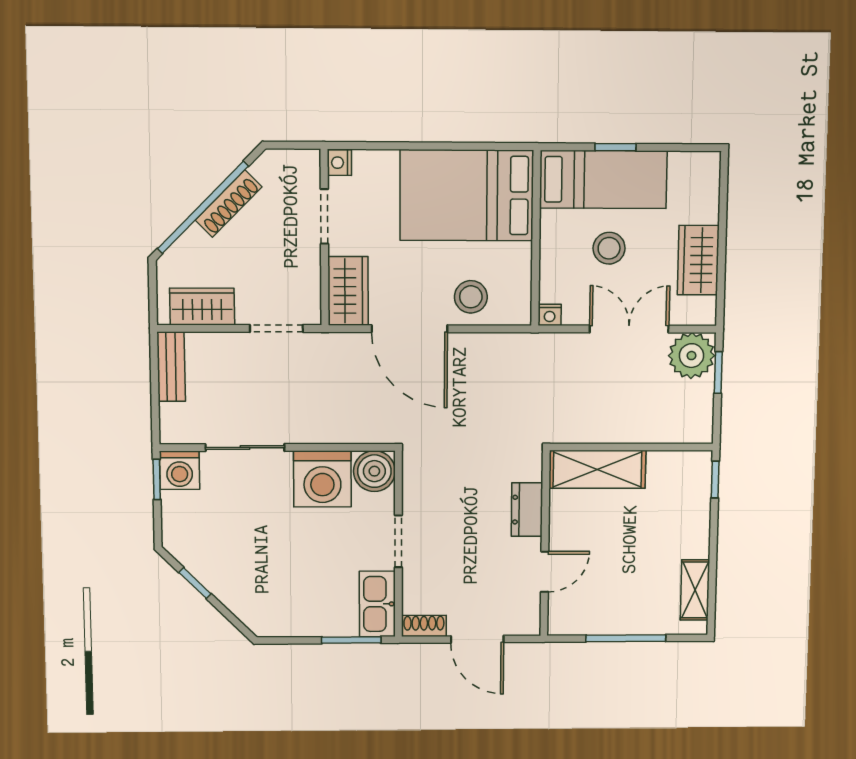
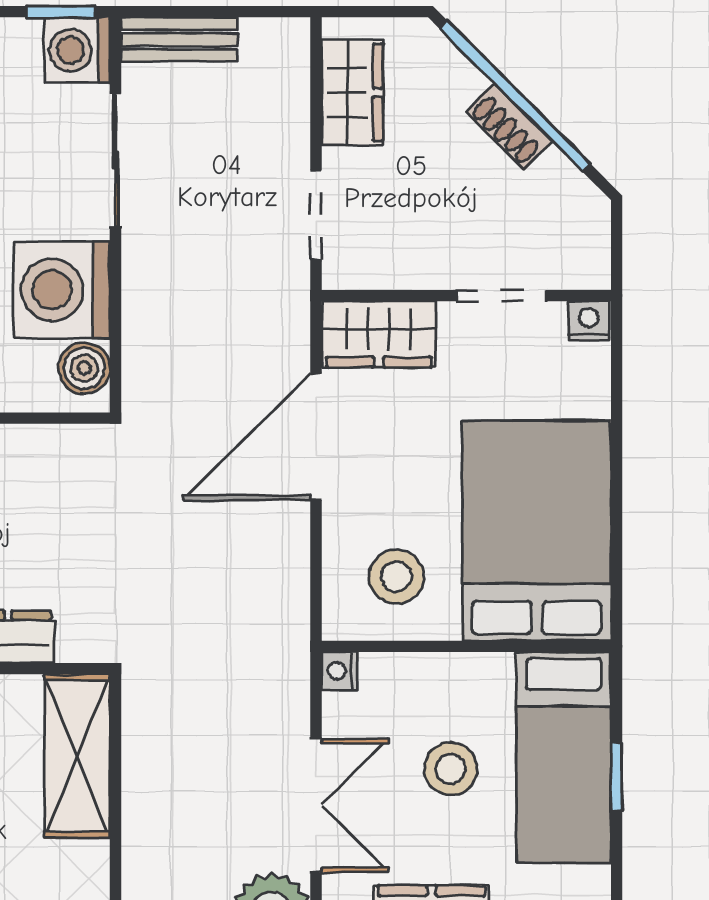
shoe rack: (229, 204) -> (509, 126), width x0.70
stool: (471, 297) -> (396, 577), moved
bench: (171, 367) -> (179, 39), moved
boiler: (374, 471) -> (84, 368), width x0.73, depth x0.73

